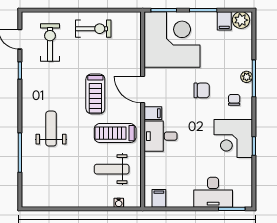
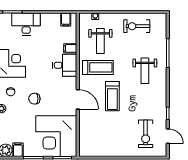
exercise bike: (93, 29) -> (137, 26), moved
treadmill: (95, 94) -> (112, 96), turned 180
filing cabinet: (153, 113) -> (70, 48), moved
weight bench: (112, 169) -> (100, 41), turned 90

